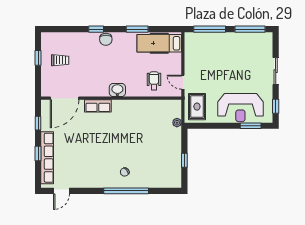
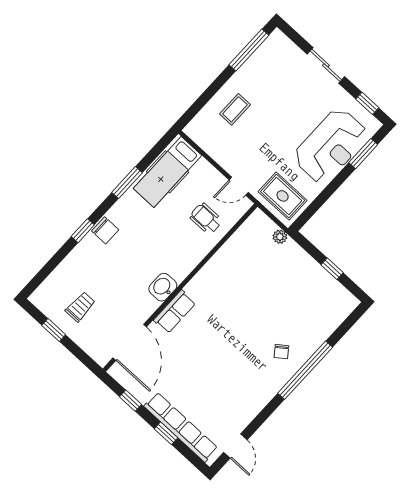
window: (210, 29) -> (205, 97), removed
coffee table: (217, 48) -> (235, 109), added
washbasin: (117, 90) -> (163, 287), moved

